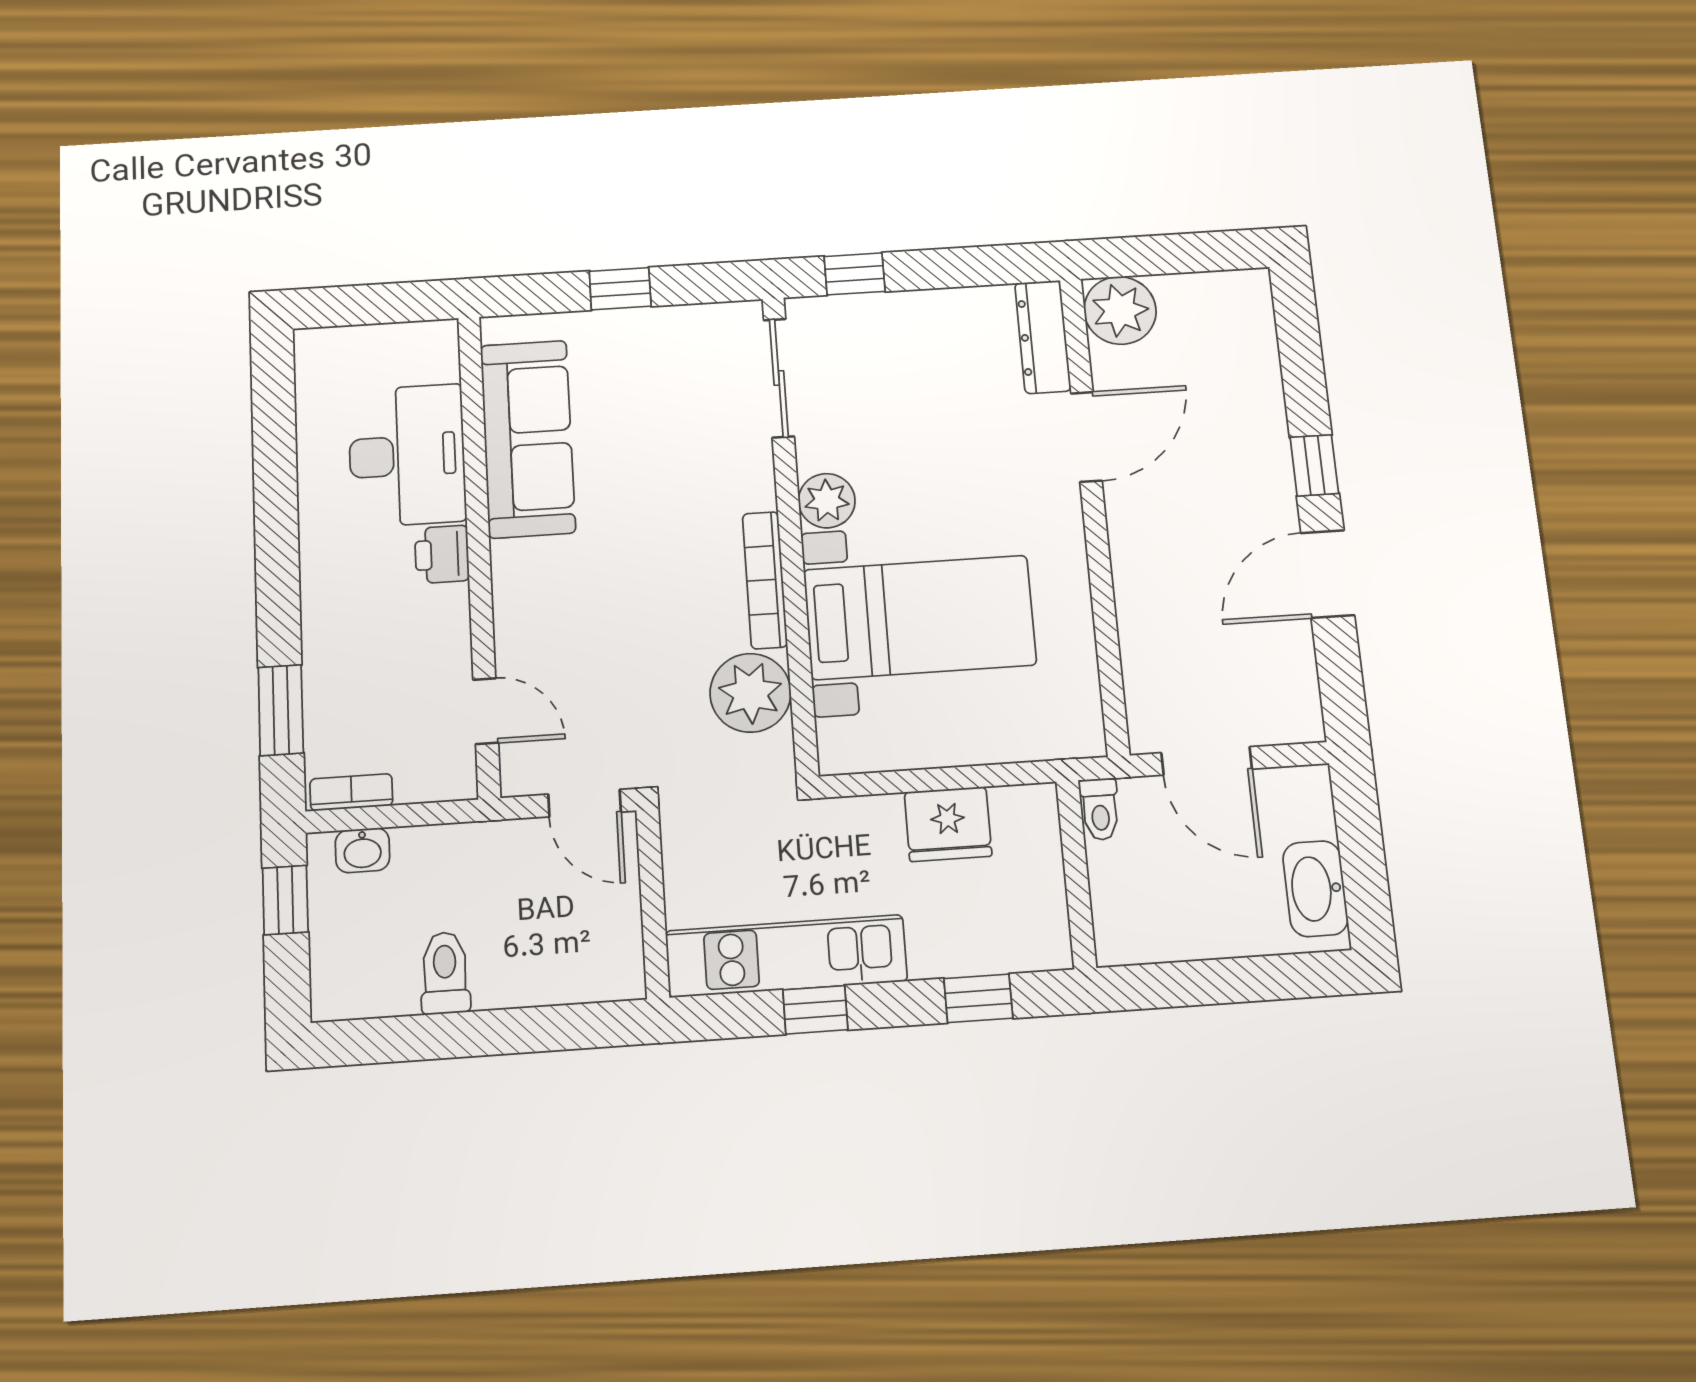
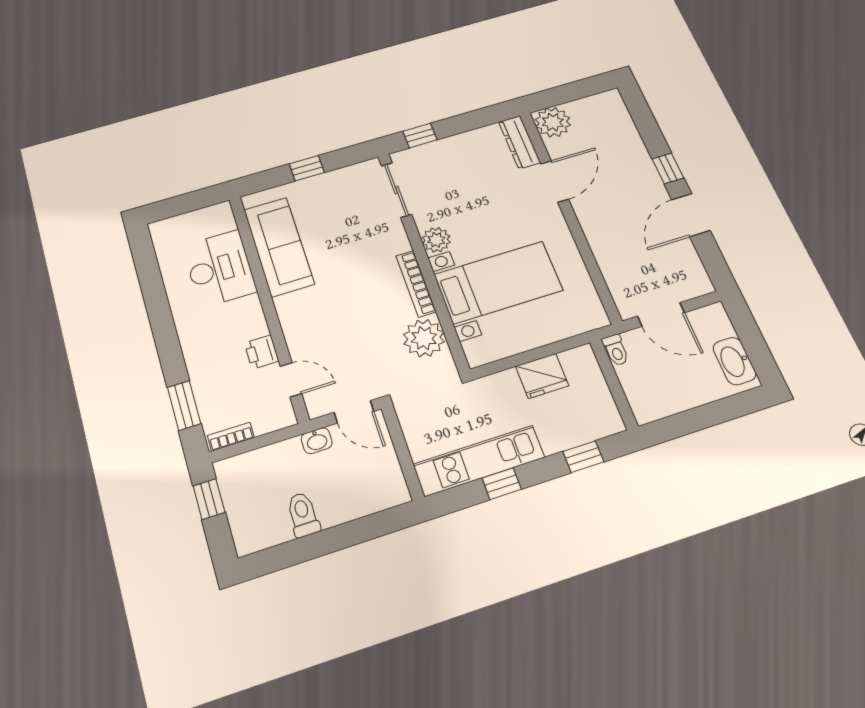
printer: (442, 554) -> (262, 352), moved
washbasin: (362, 850) -> (317, 441), moved

